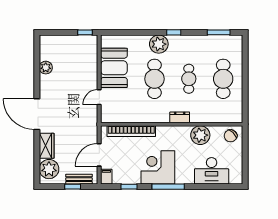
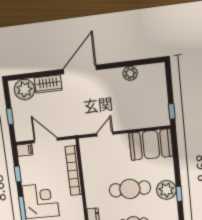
window: (174, 32) -> (179, 194), moved
booth: (114, 68) -> (151, 145), moved
door: (99, 97) -> (105, 134), hinge flipped
bench: (79, 179) -> (18, 122), removed

